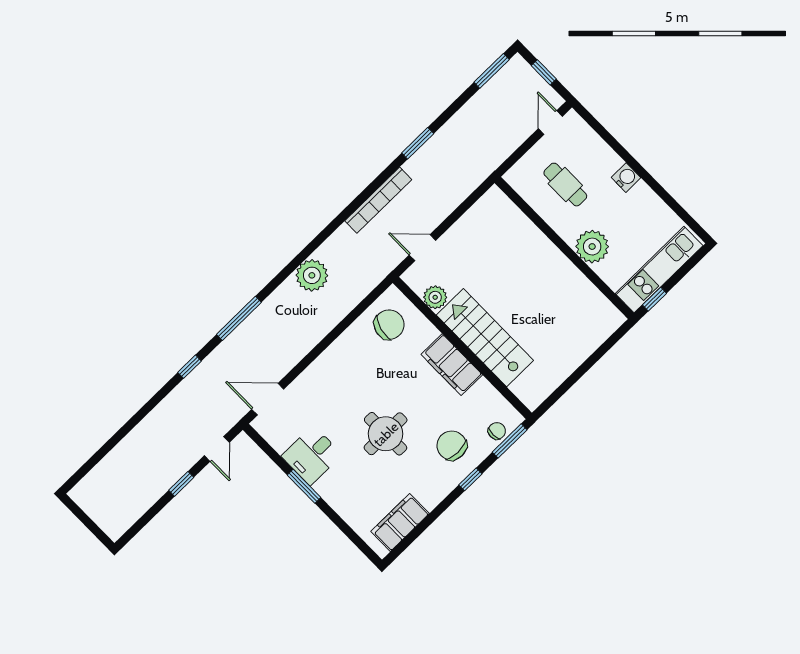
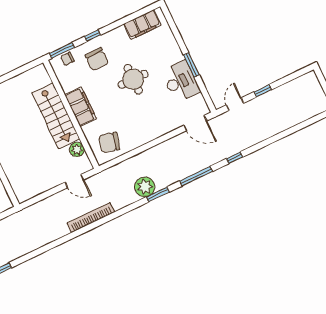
window: (418, 143) -> (158, 194), moved
desk: (312, 455) -> (181, 81), width x1.37

